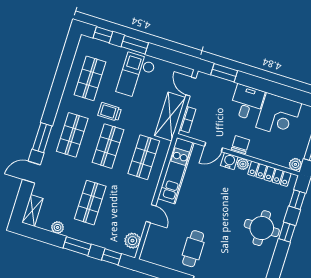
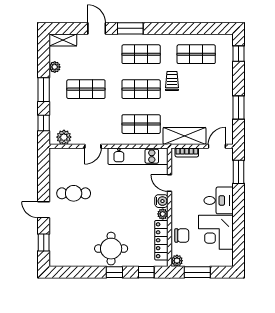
window: (135, 45) -> (239, 108), moved
checkout: (136, 76) -> (211, 94), removed
chair: (240, 145) -> (182, 235), moved

